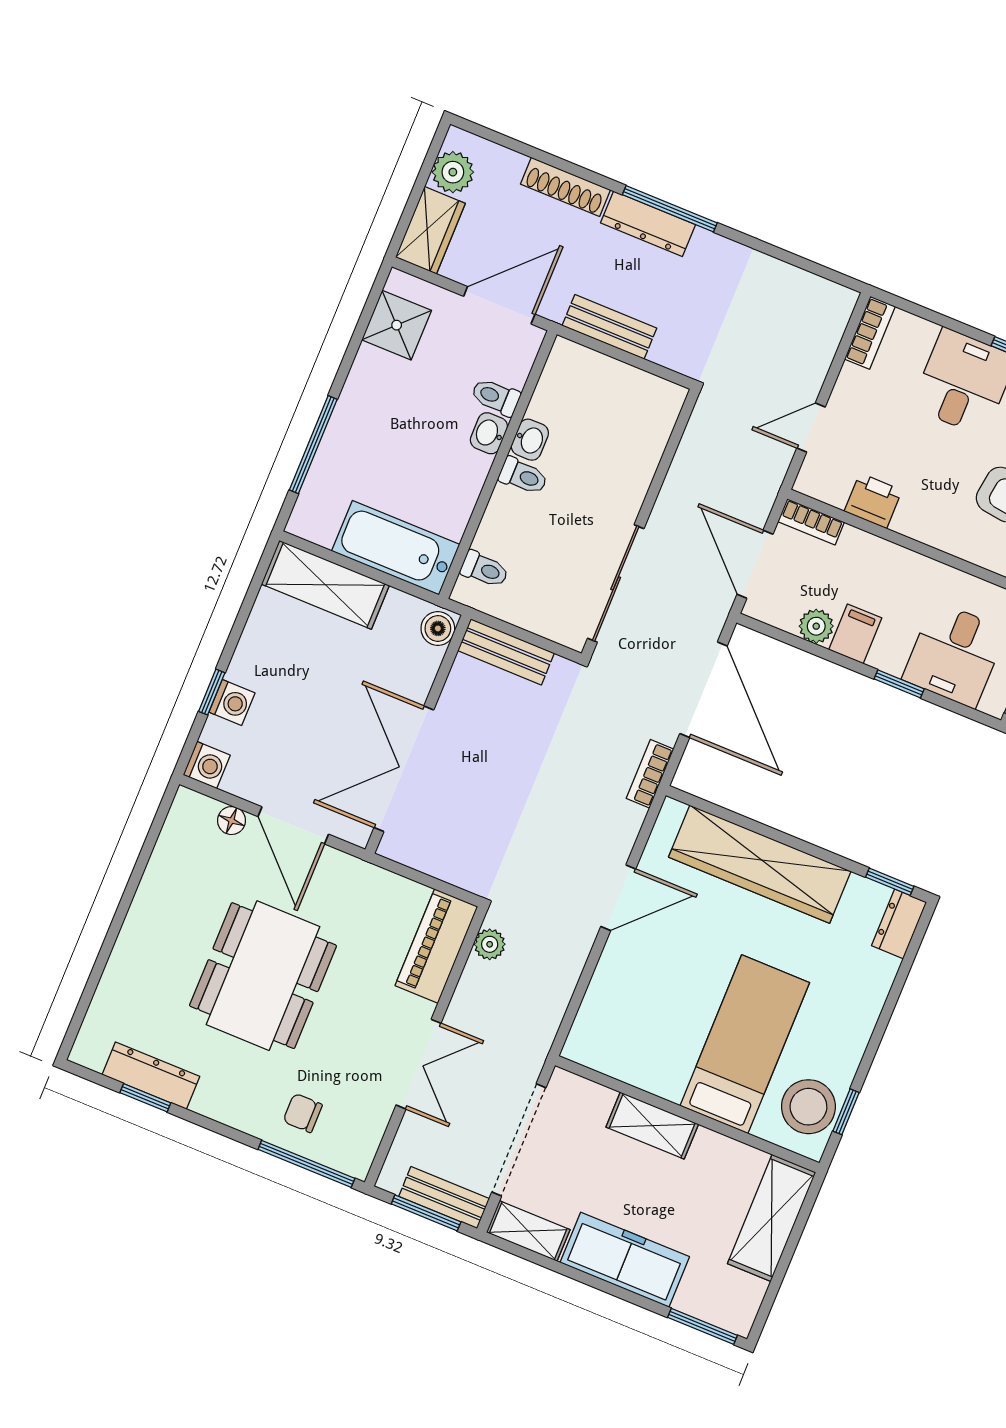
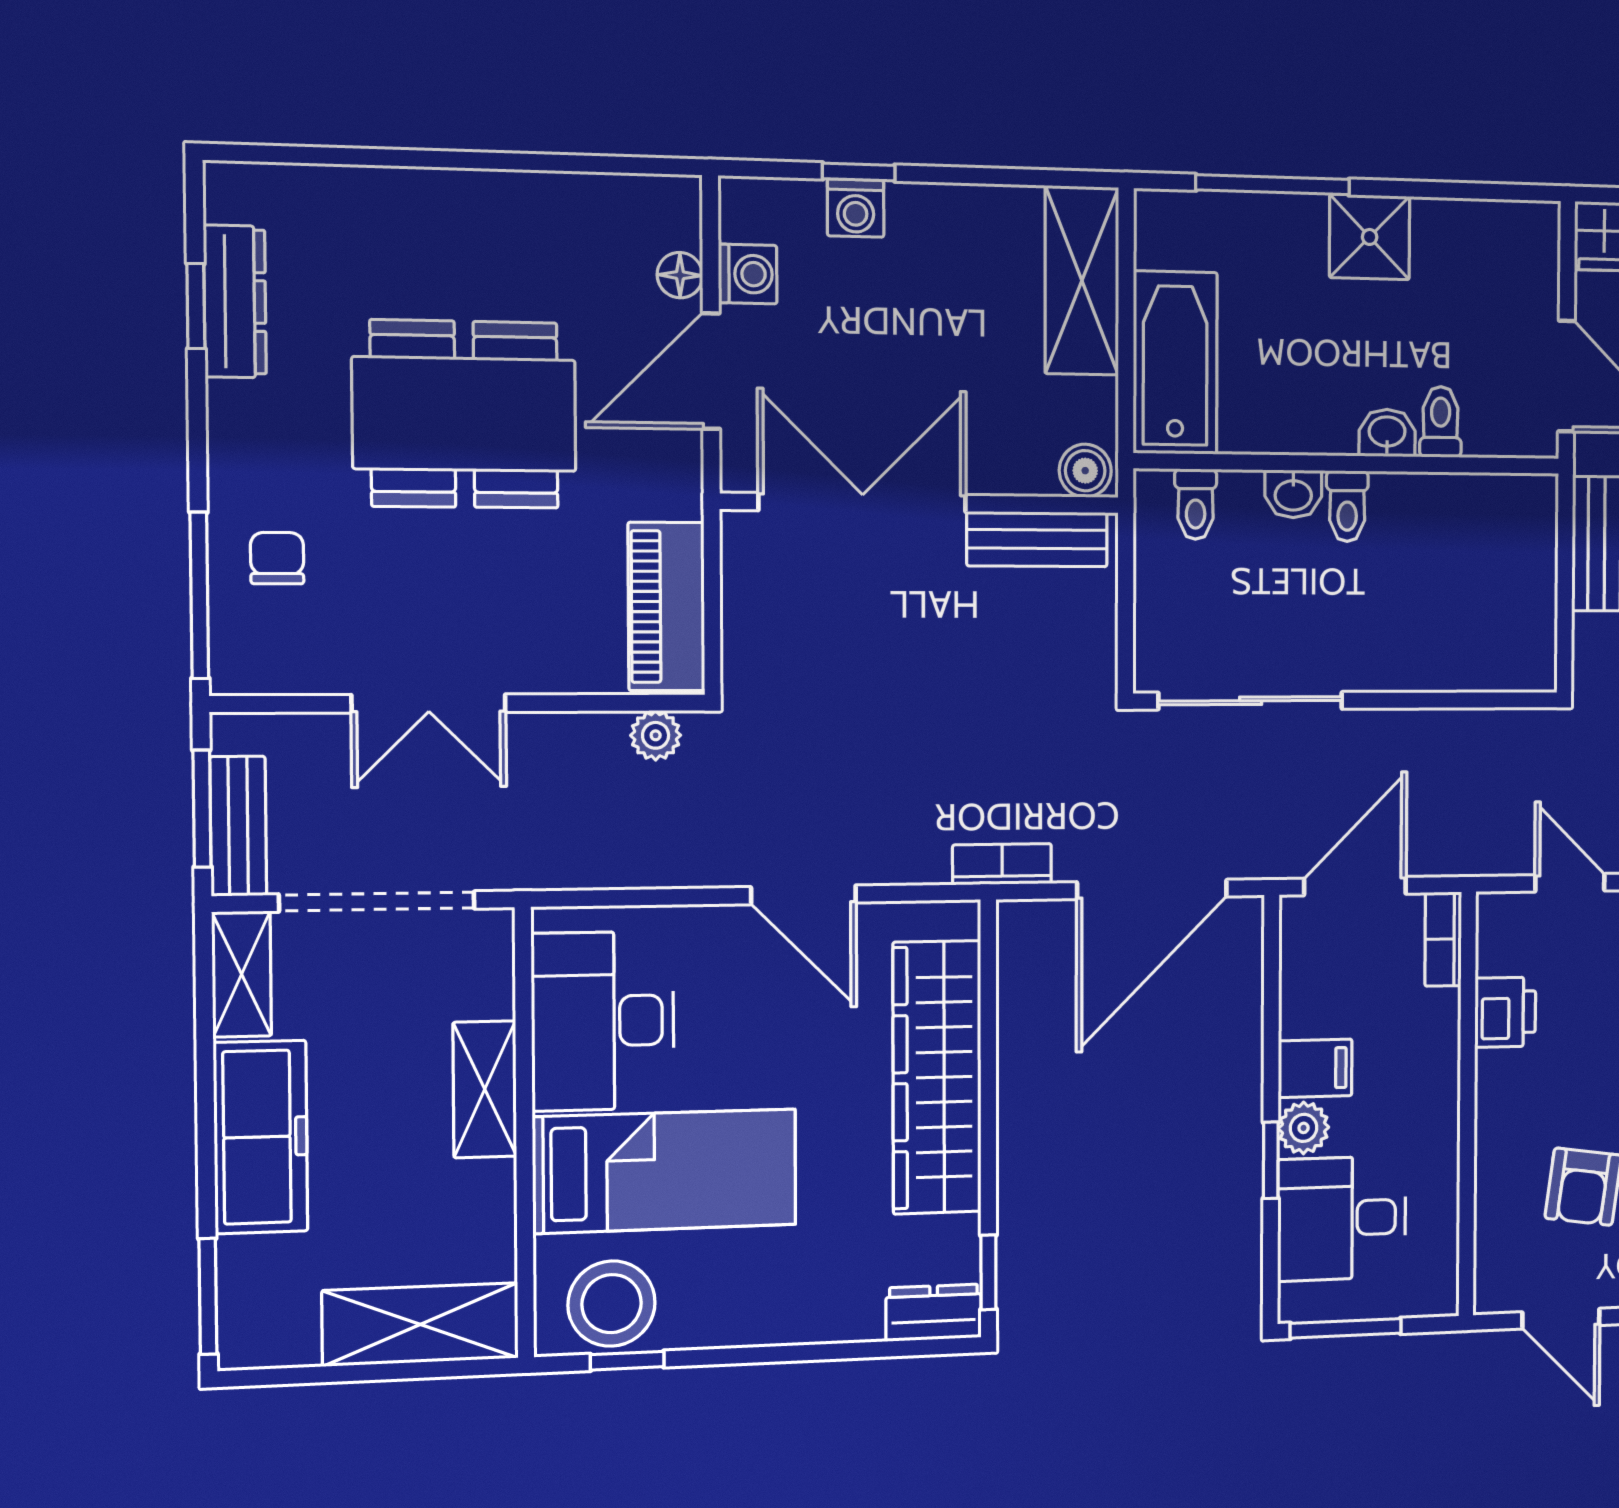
shower: (397, 325) -> (1370, 237), moved
washbasin: (530, 440) -> (1293, 494), moved
plant: (816, 626) -> (1304, 1128), moved
bench: (506, 652) -> (1037, 539), moved, turned 90
washing machine: (207, 765) -> (748, 274), moved, turned -90
piano: (436, 946) -> (666, 607), moved, turned -90
desk: (642, 1043) -> (603, 1021), added

